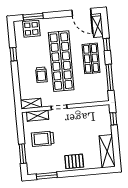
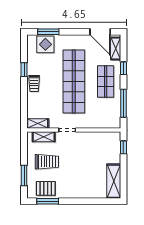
trolley: (41, 75) -> (34, 83), moved
trolley: (43, 139) -> (47, 162), turned 180
pallet: (74, 161) -> (46, 188), moved

